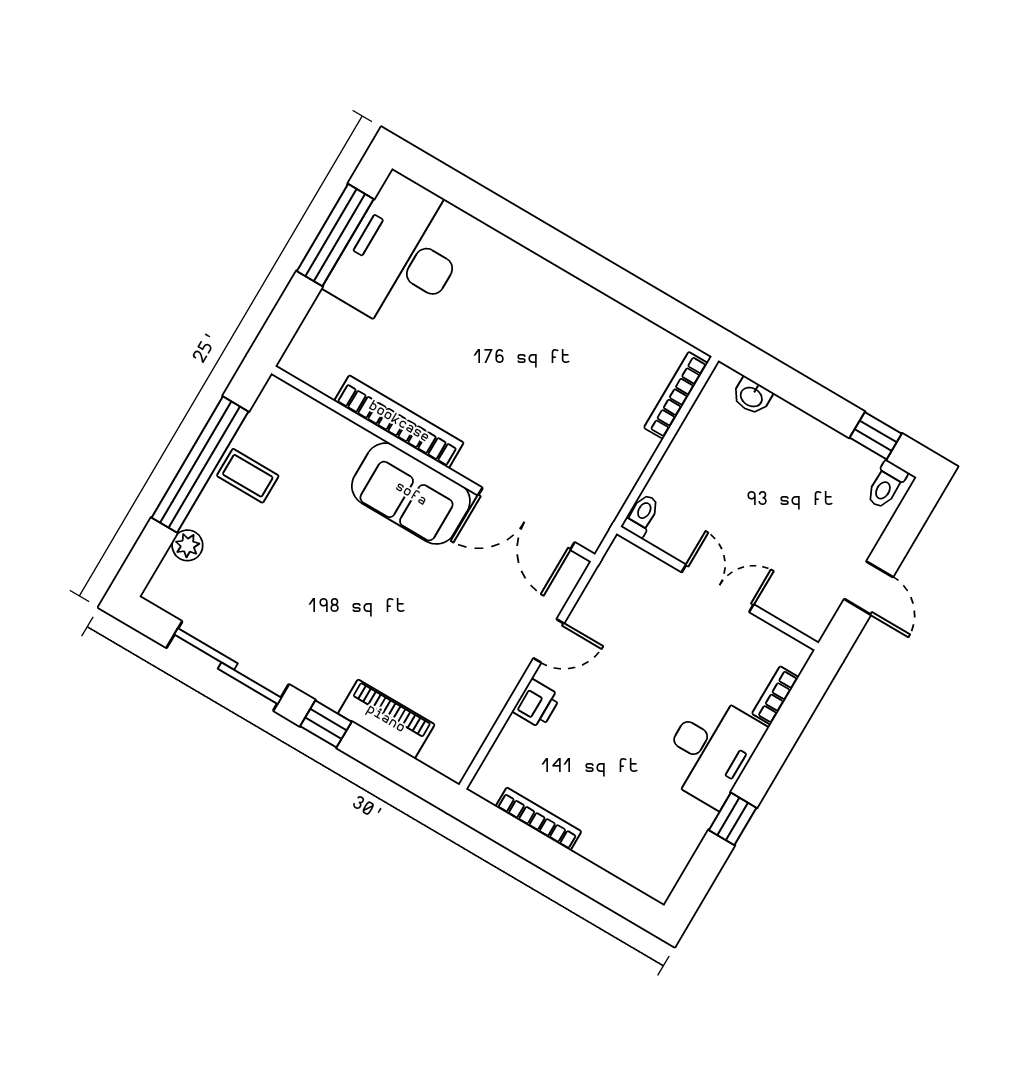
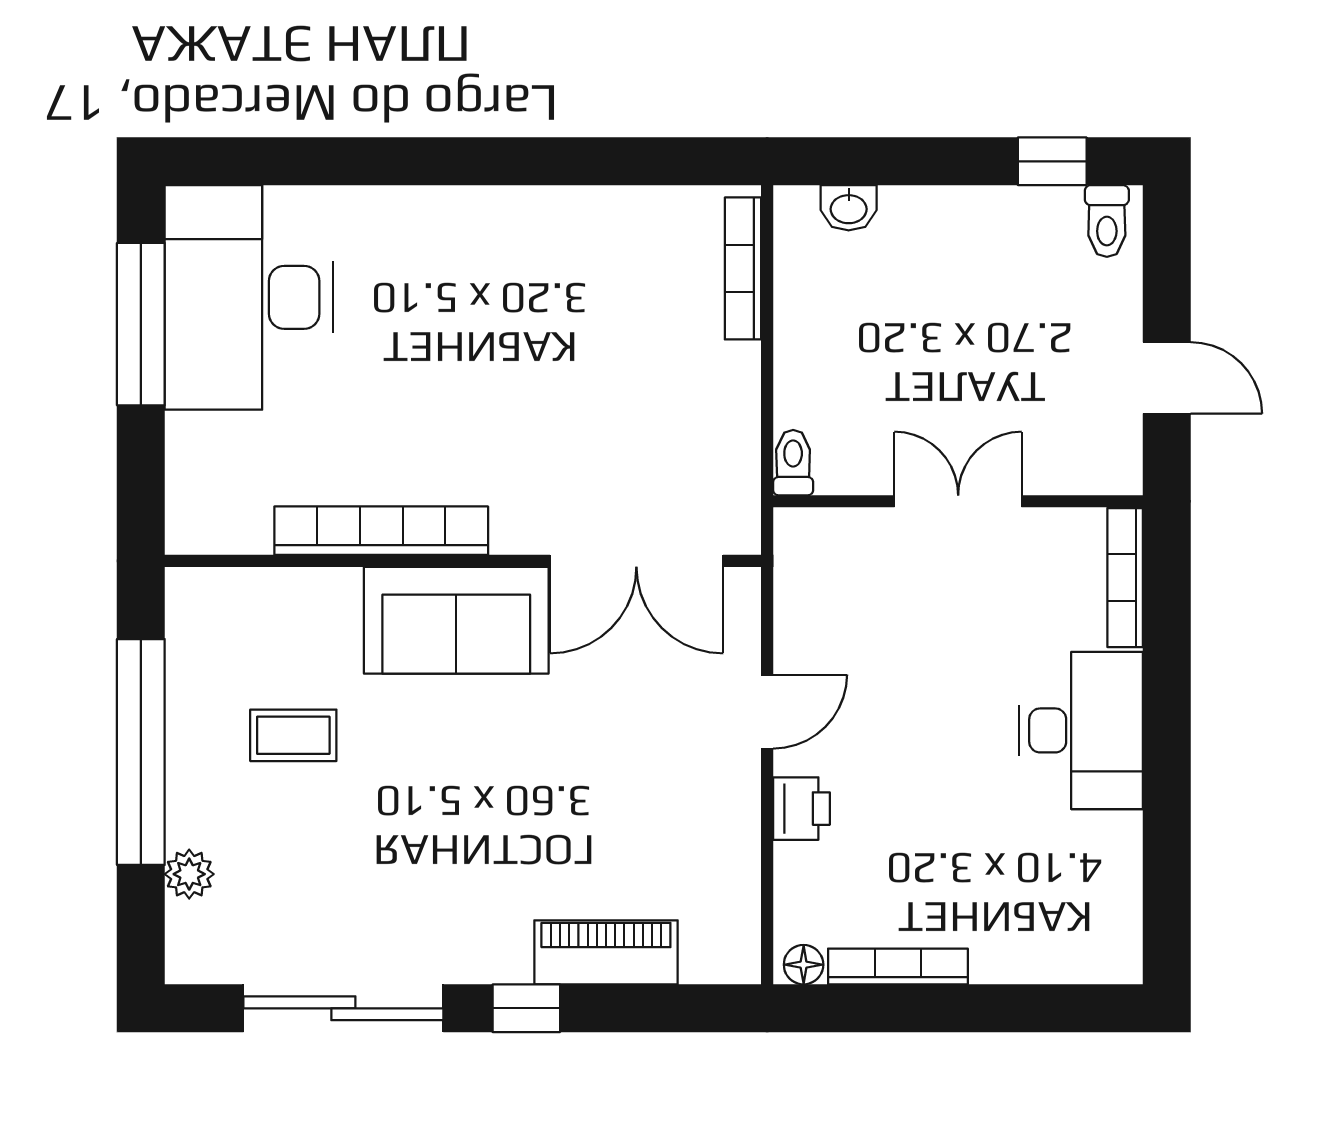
coffee table: (248, 476) -> (293, 735), moved
bookcase: (775, 695) -> (1125, 578), width x1.56
floor lamp: (488, 788) -> (804, 965), added
window: (733, 819) -> (1167, 808), removed

